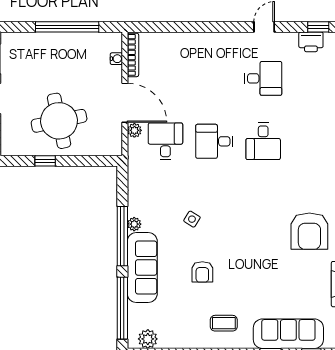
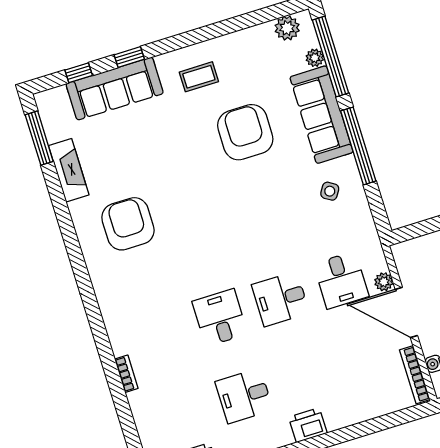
printer: (223, 42) -> (308, 425), added
desk: (214, 141) -> (280, 299), turned 180
side table: (192, 219) -> (330, 191), moved
plant: (134, 224) -> (315, 58), moved
armchair: (202, 272) -> (245, 132), width x1.88, depth x1.88

